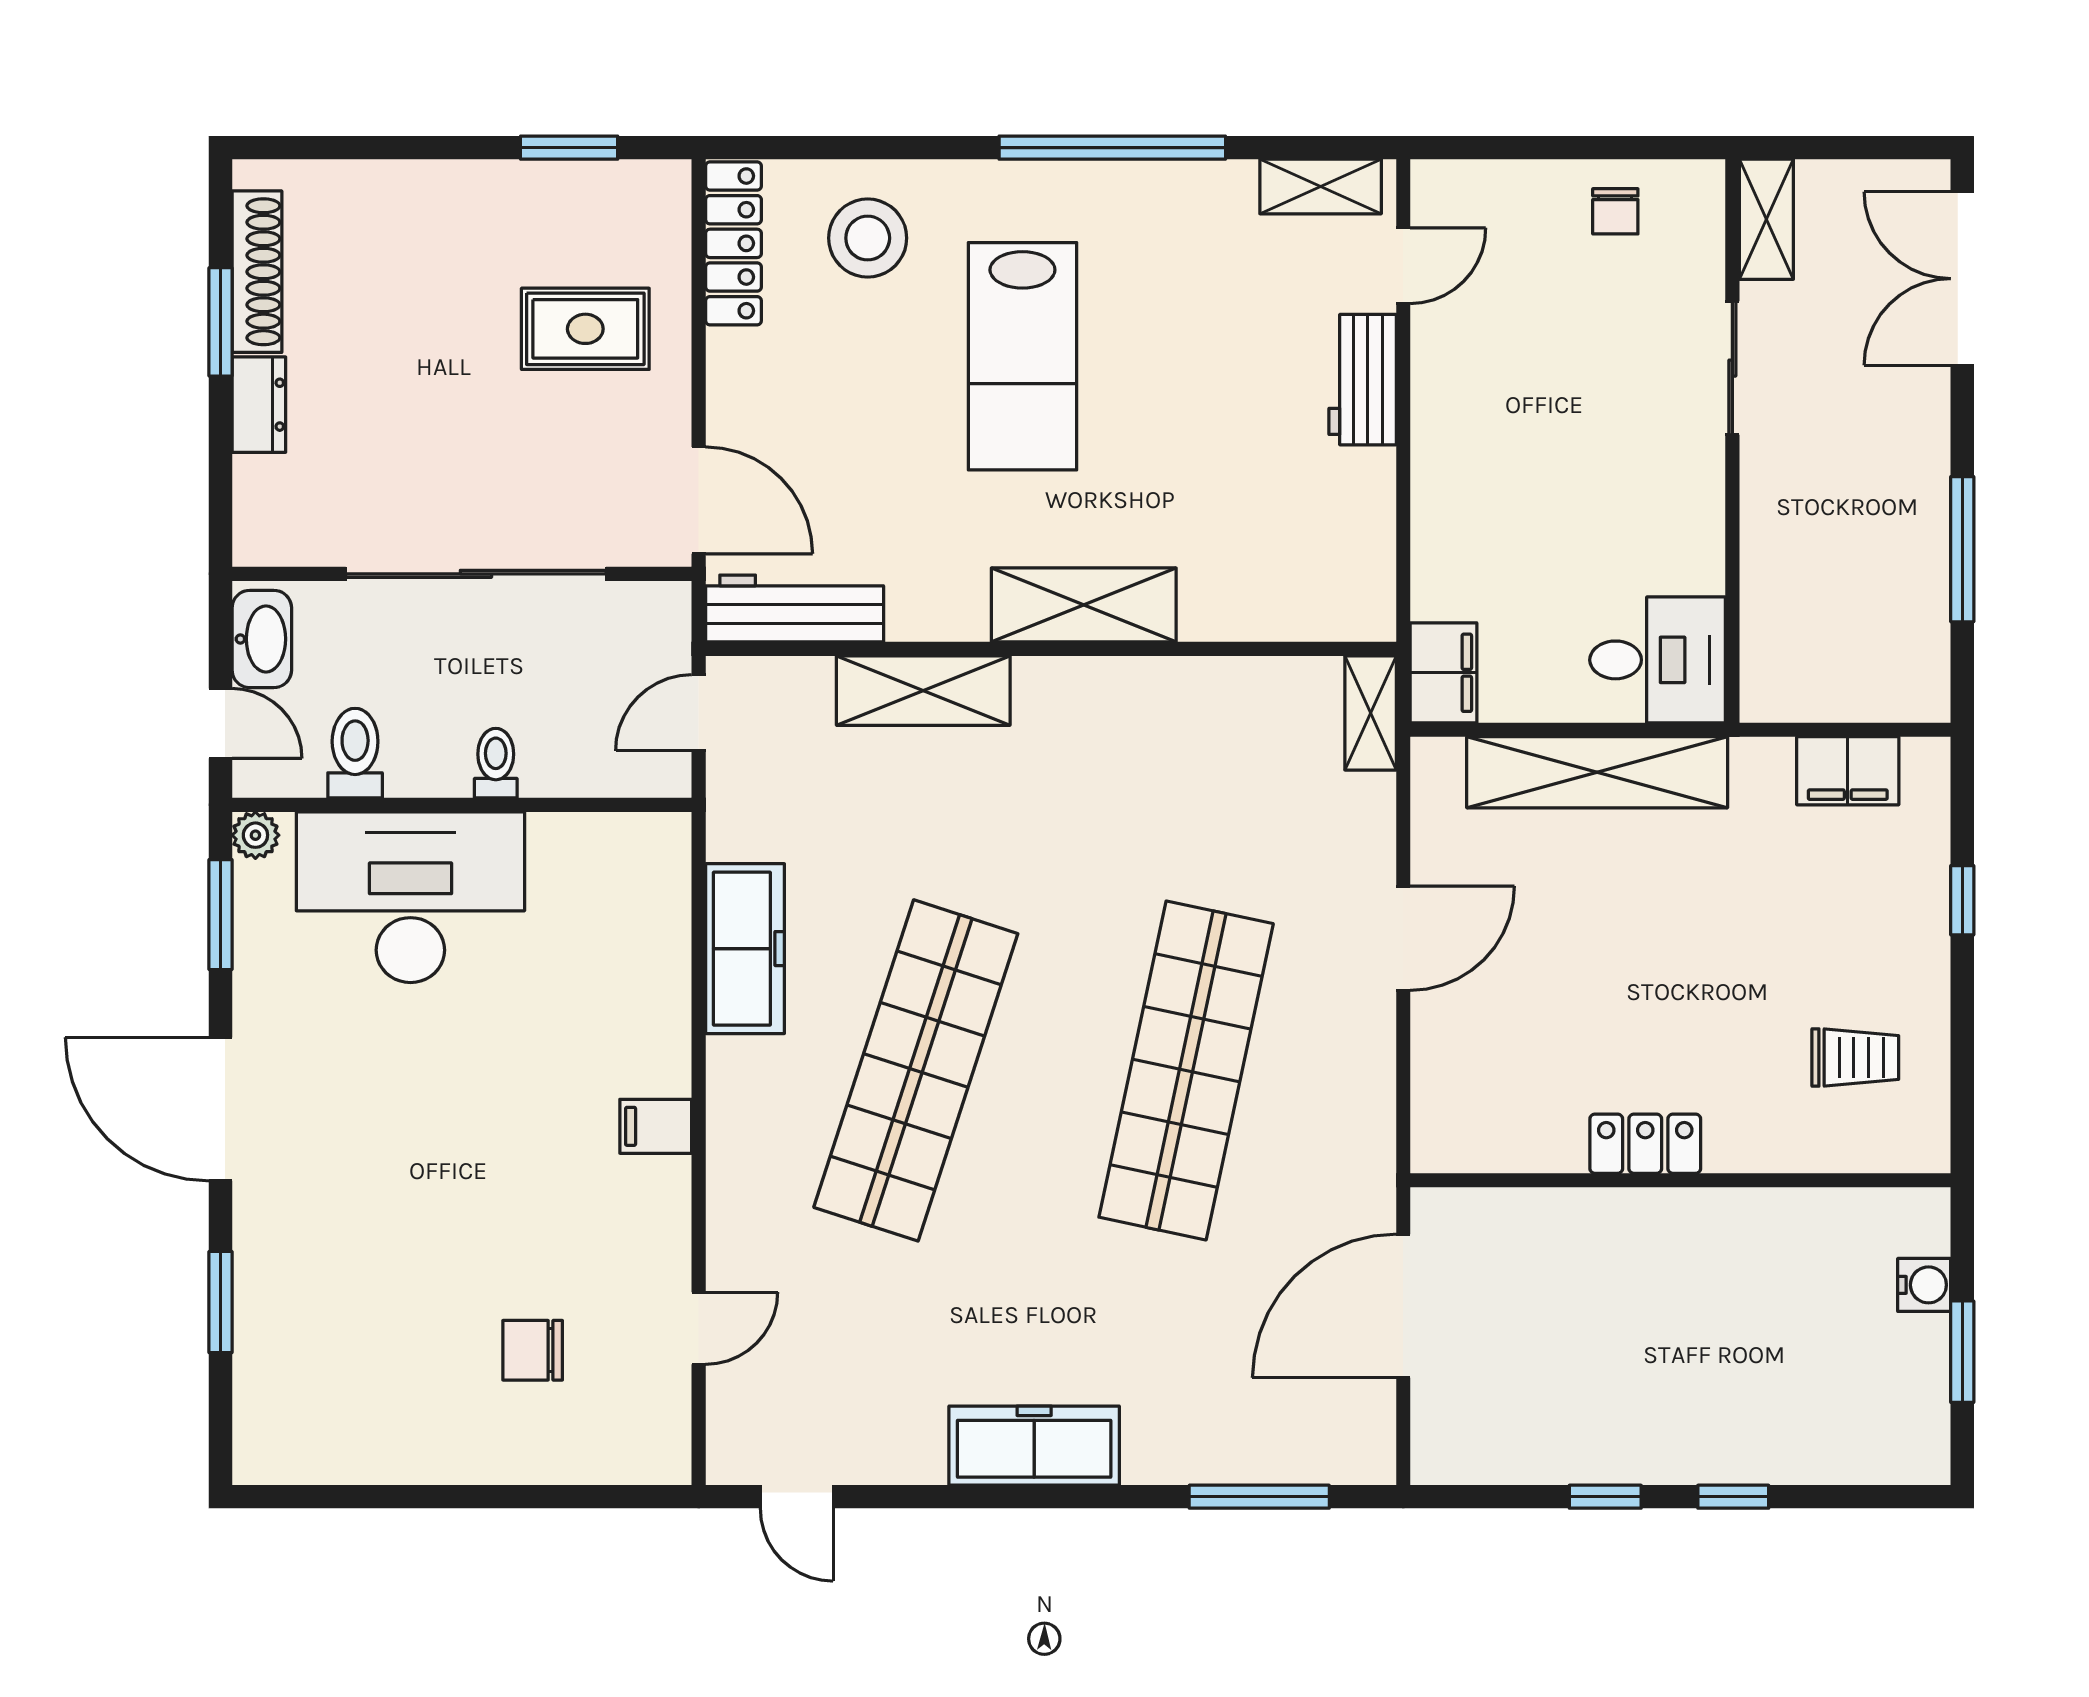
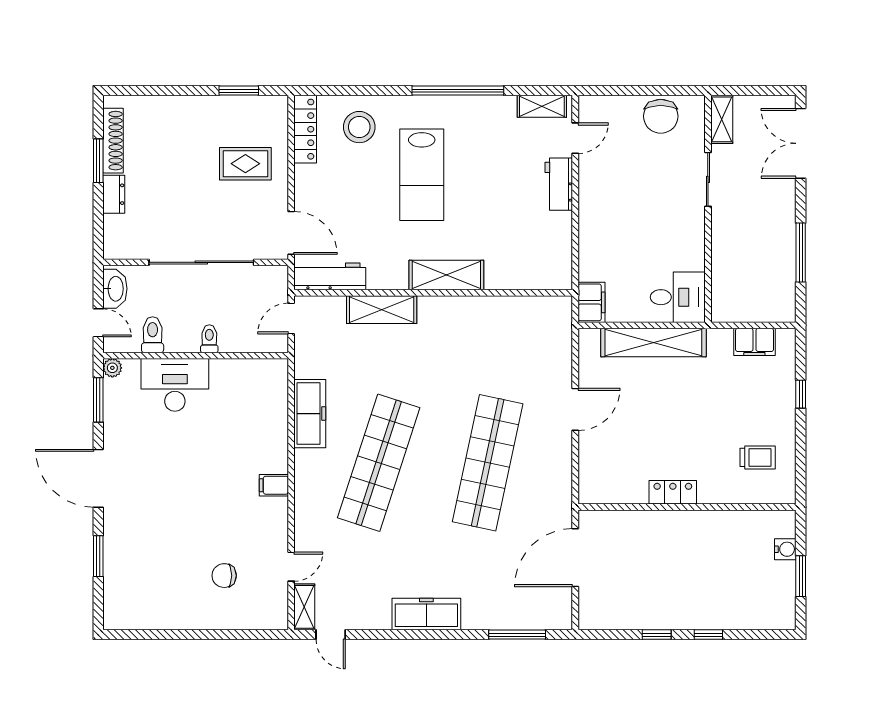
chair: (1615, 211) -> (661, 116), width x1.87, depth x1.87
shelving: (1371, 713) -> (304, 607), moved
desk: (410, 897) -> (175, 385), width x0.73, depth x0.77

